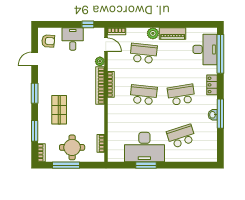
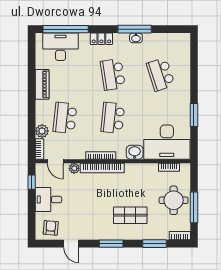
plant: (153, 33) -> (42, 131), moved
door: (106, 45) -> (55, 161), swing flipped
washbasin: (114, 114) -> (135, 152), added
desk: (144, 147) -> (167, 142), moved, turned 90

